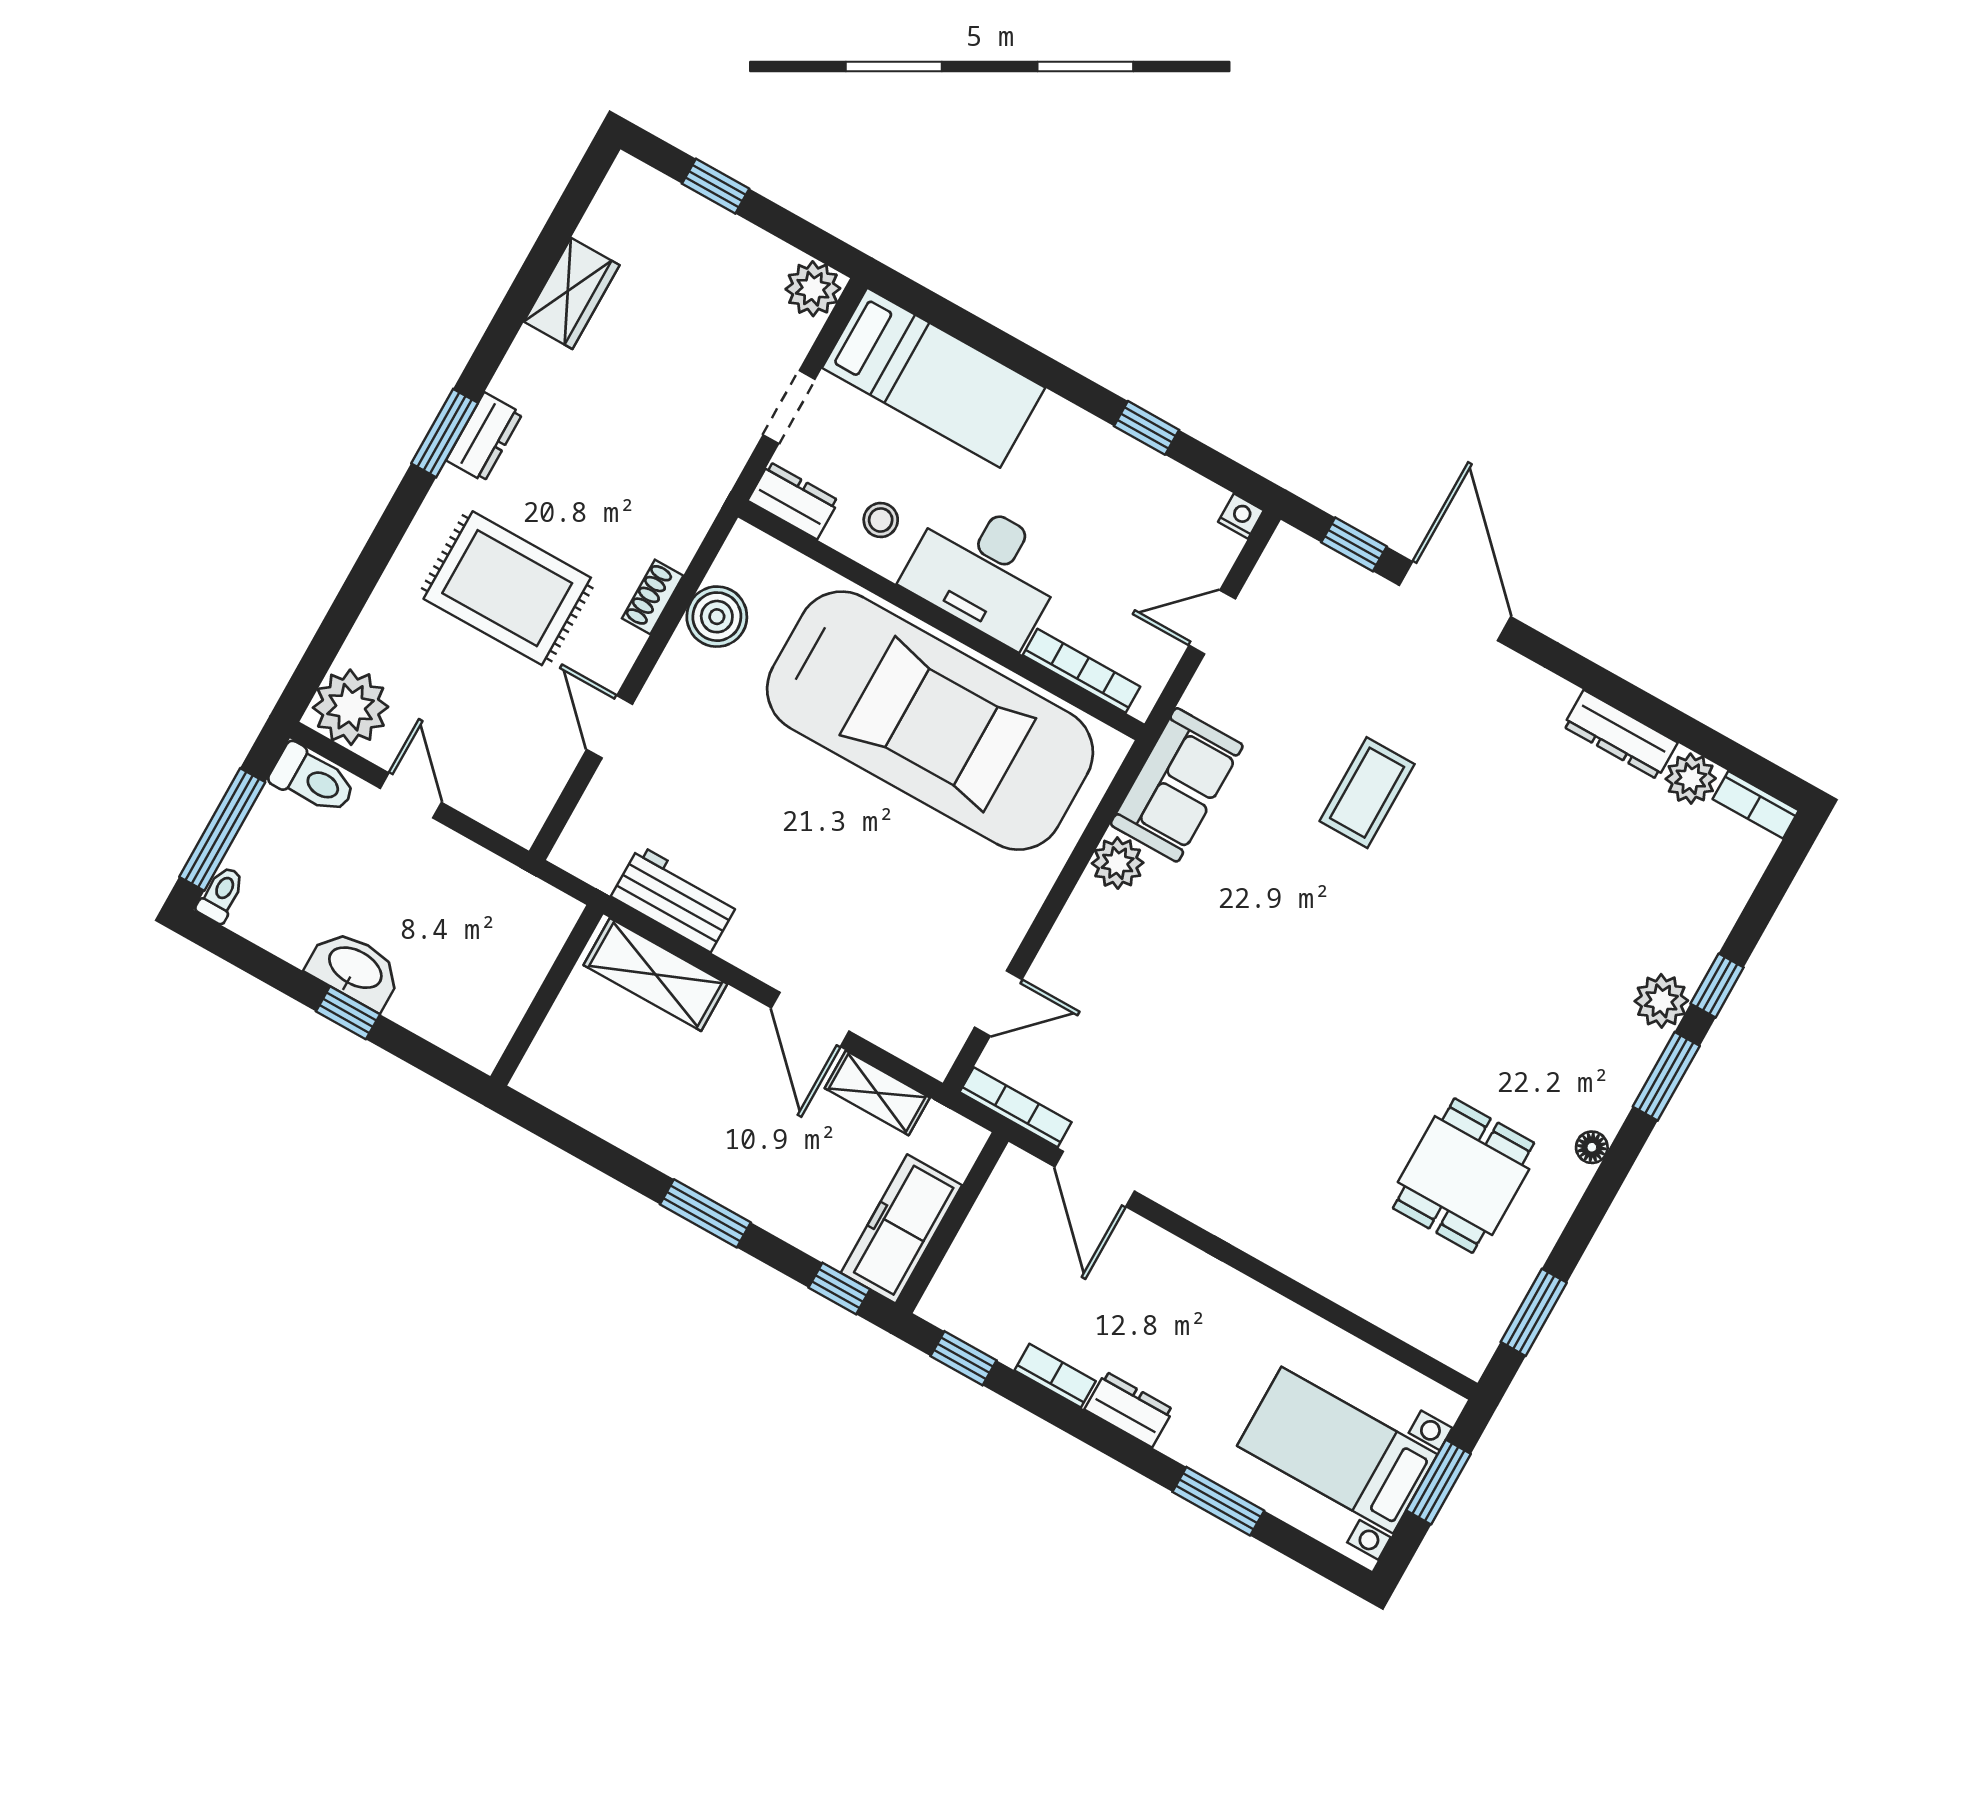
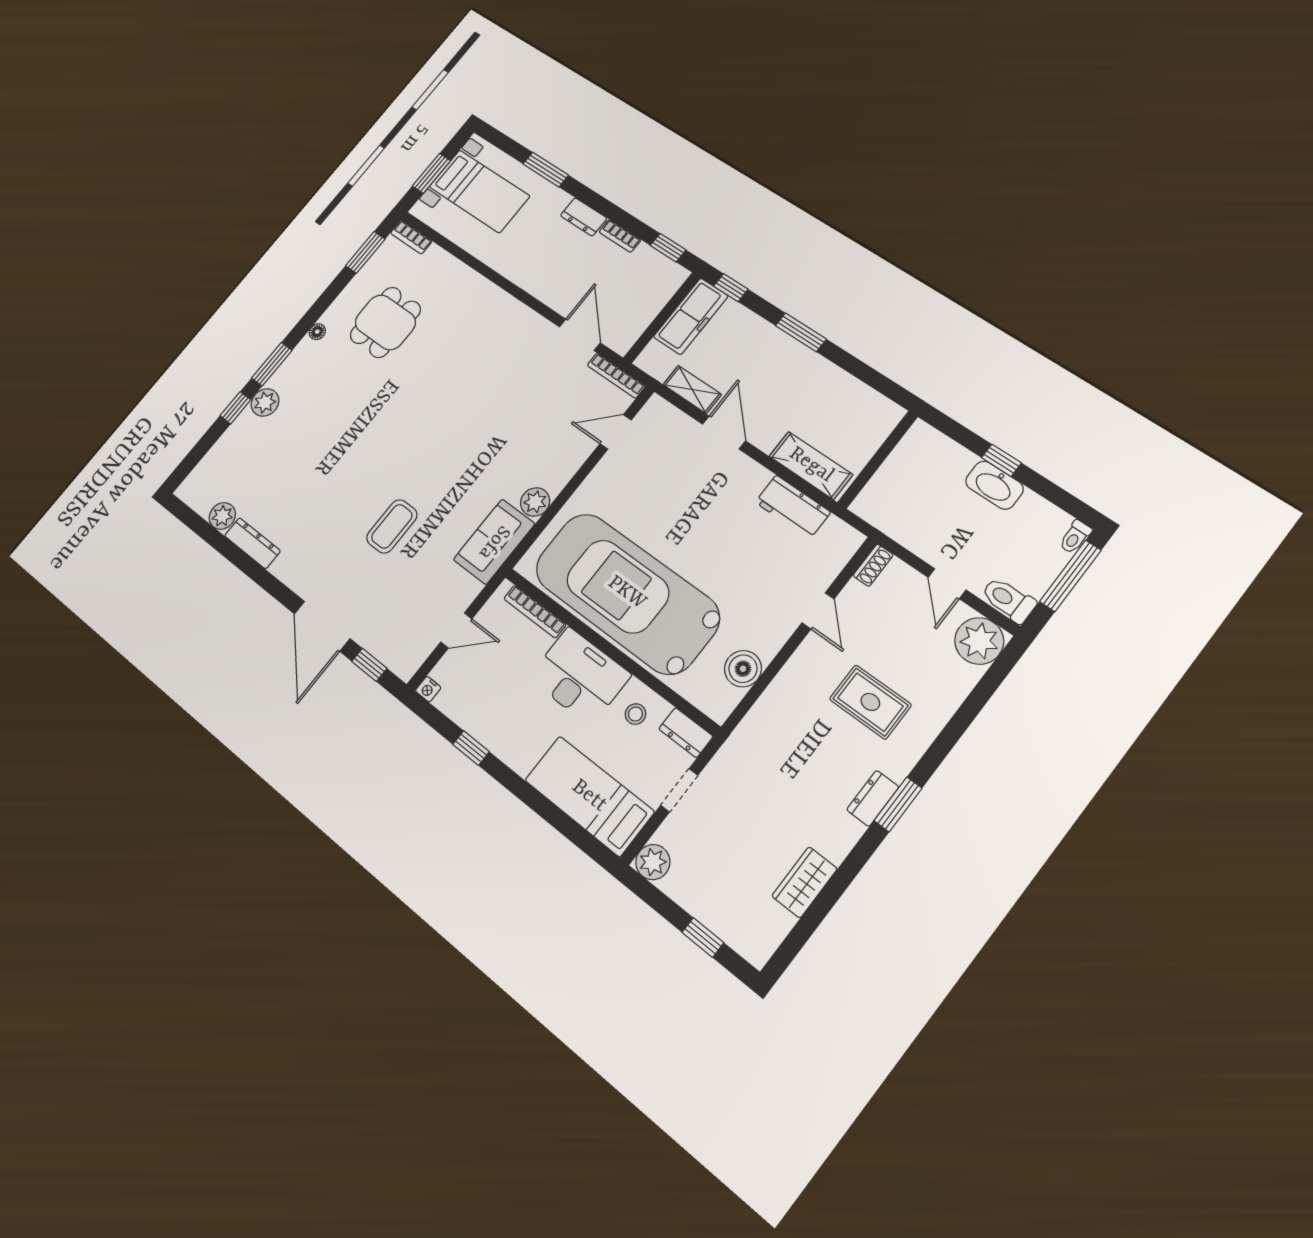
rug: (507, 588) -> (870, 702), width x0.73, depth x0.70
shoe rack: (653, 597) -> (873, 565), moved
bookcase: (1756, 805) -> (411, 237), moved, turned 180

